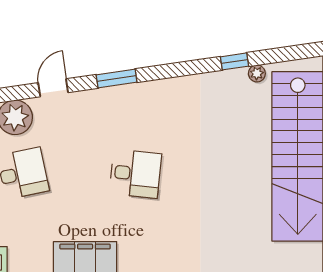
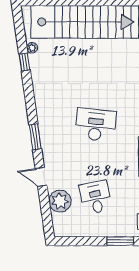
desk: (135, 174) -> (96, 125), width x1.37

